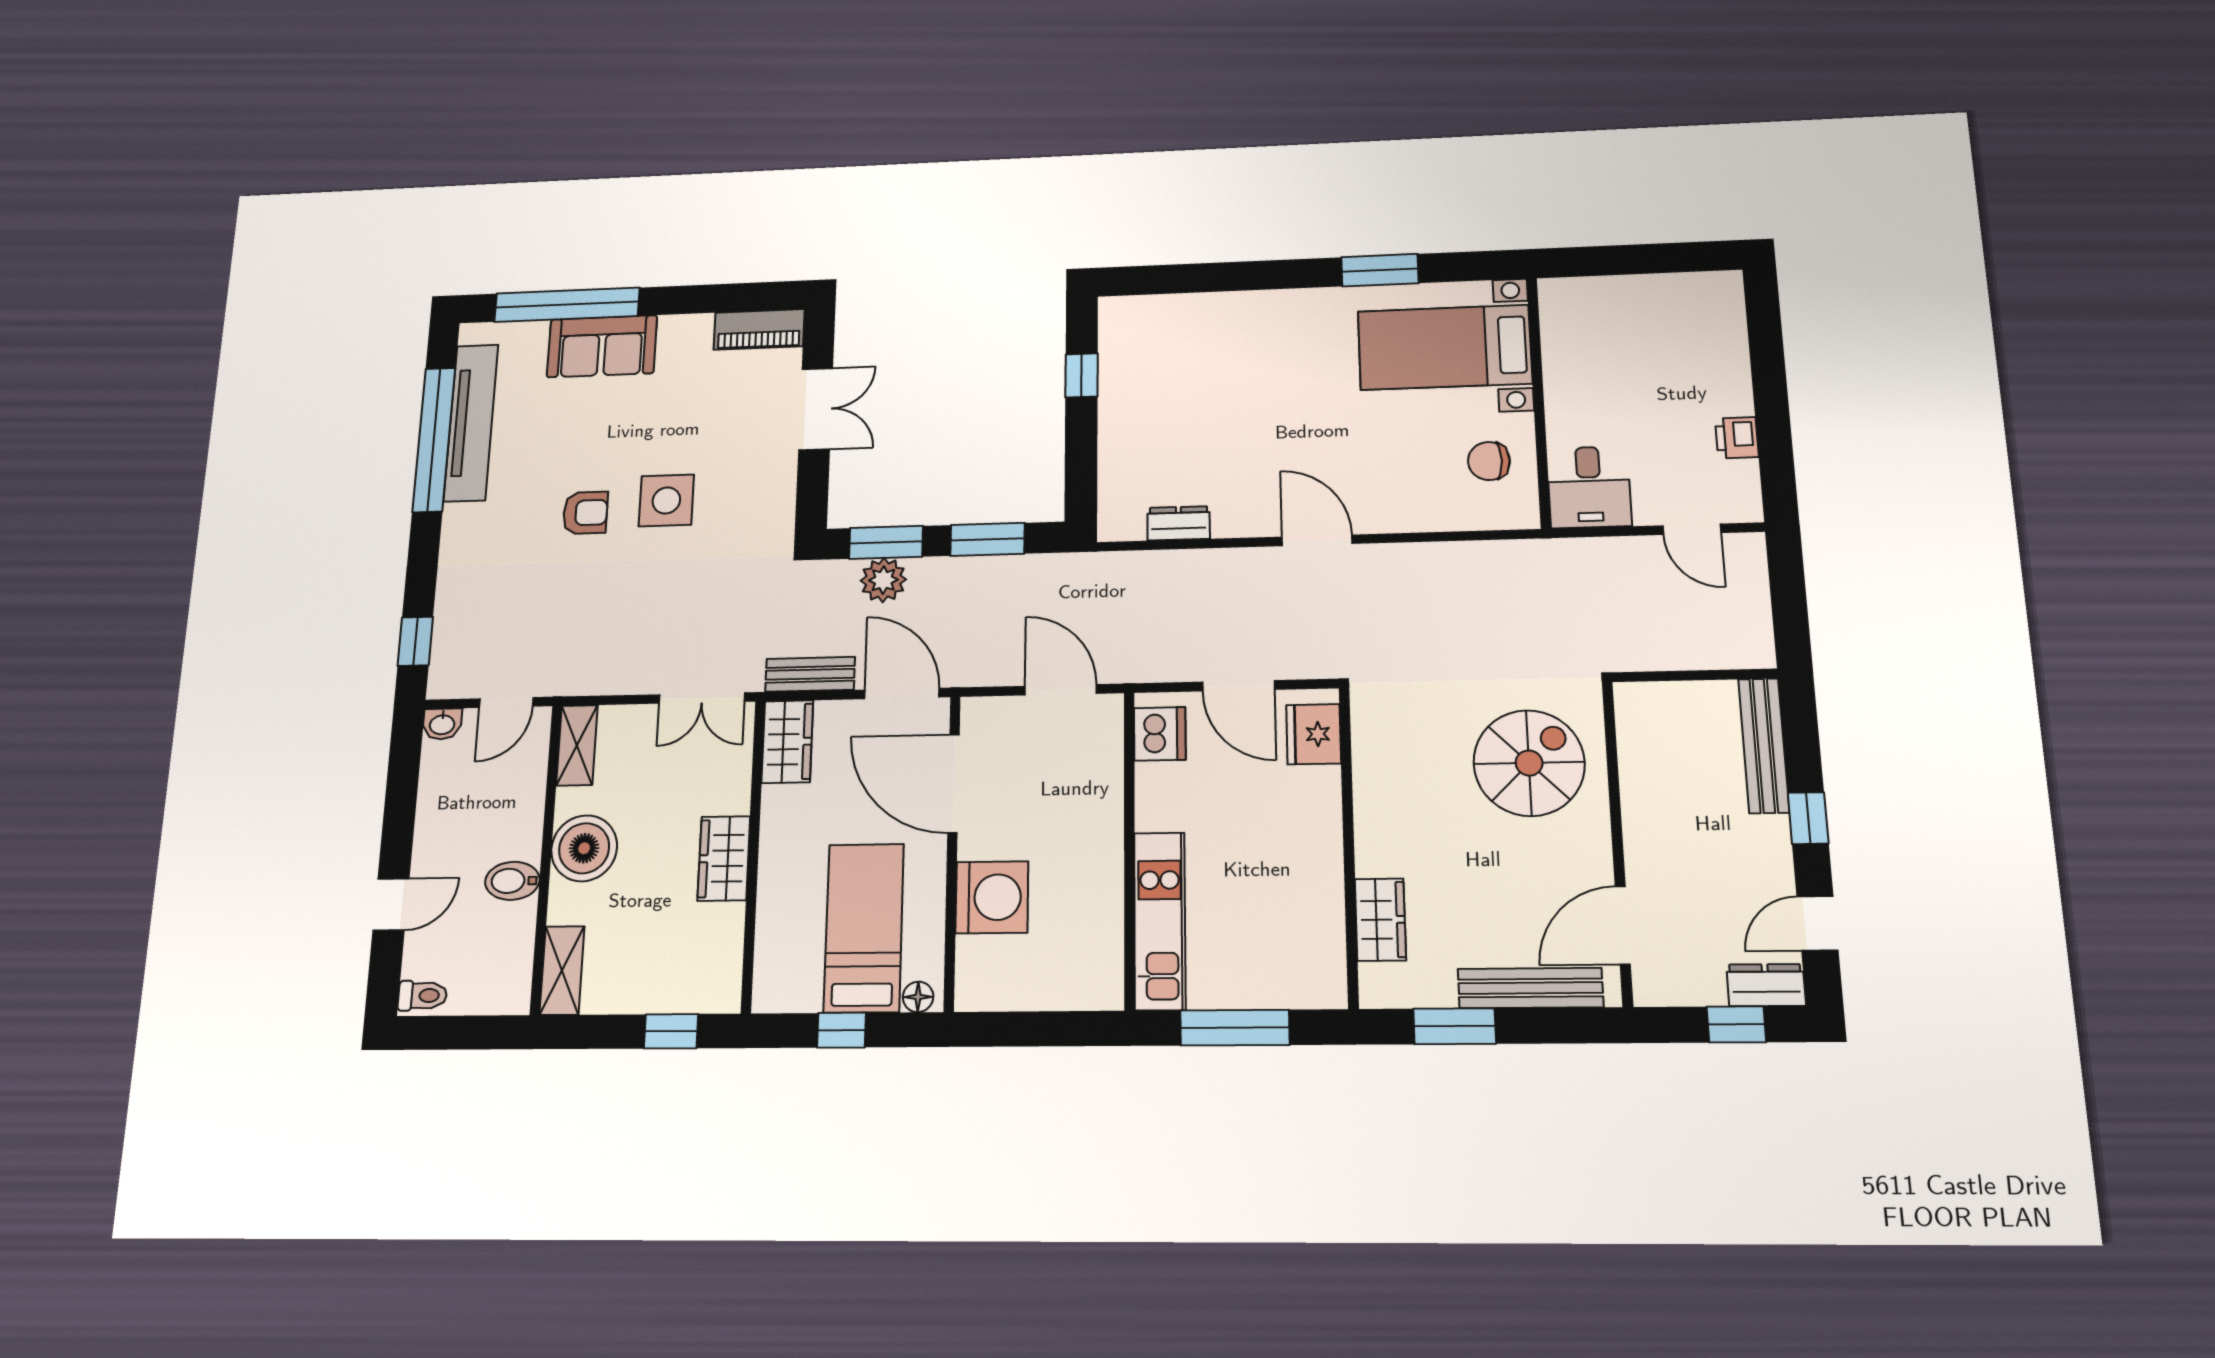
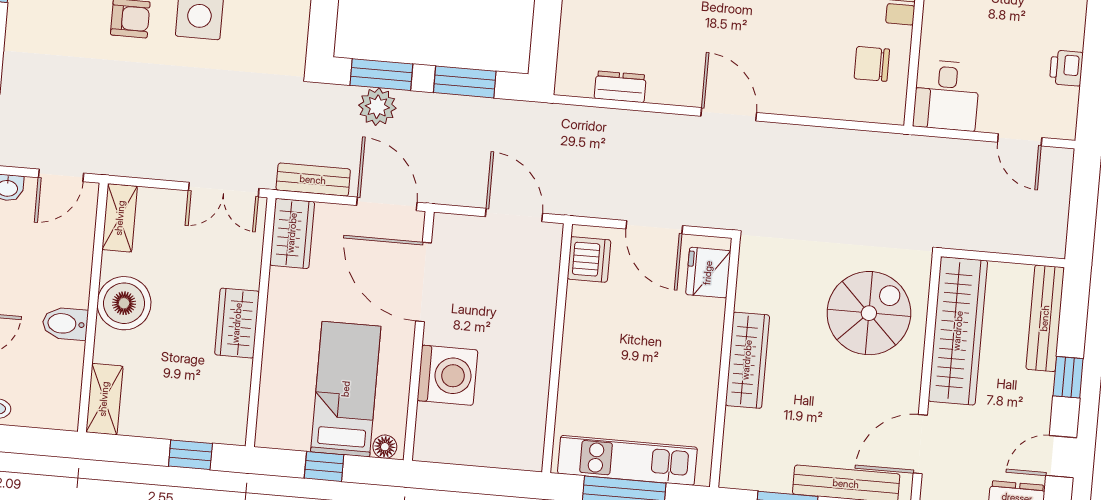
wardrobe: (1650, 773) -> (958, 331), added
wardrobe: (1380, 920) -> (747, 360), moved, width x1.50
kitchen unit: (1160, 921) -> (627, 460), moved, turned -90

